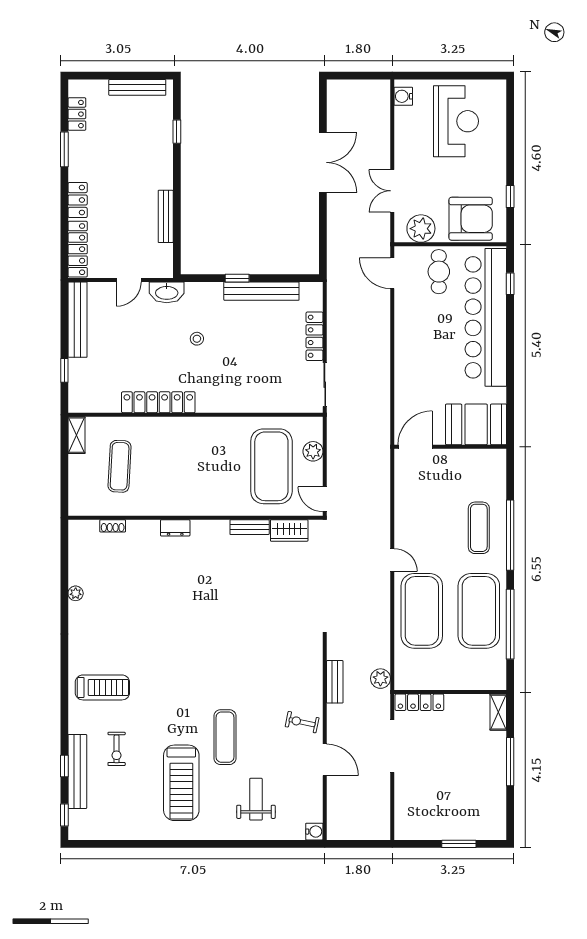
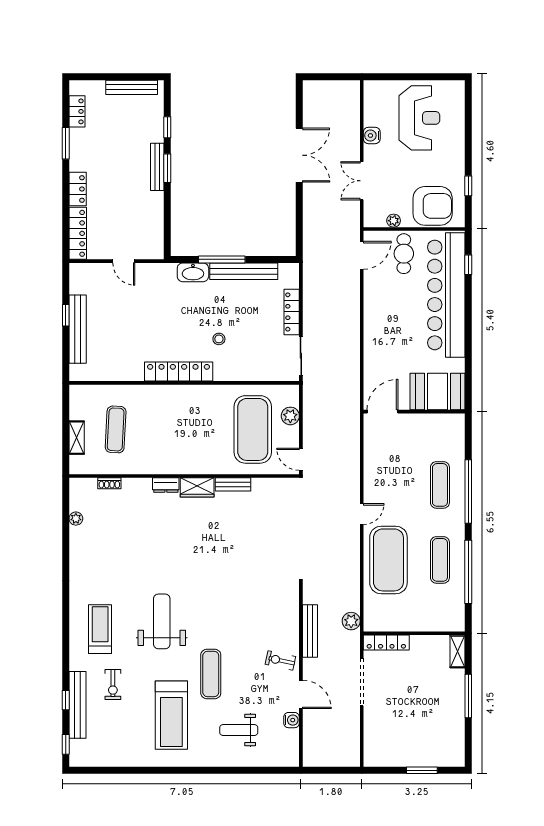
water cooler: (403, 96) -> (372, 135), moved
window: (177, 177) -> (167, 168), added
bench: (166, 216) -> (157, 167), moved
plant: (421, 229) -> (394, 221), width x0.53, depth x0.53
door: (392, 273) -> (362, 255), swing flipped
window: (237, 278) -> (222, 259), width x2.17
door: (129, 280) -> (124, 261), hinge flipped
washbasin: (167, 292) -> (193, 272), moved
bench: (78, 320) -> (78, 329), moved
stool: (197, 339) -> (219, 339), moved
window: (64, 370) -> (66, 315), moved
locker: (158, 402) -> (179, 372), moved
shelving: (76, 435) -> (77, 438), moved
wardrobe: (289, 530) -> (197, 487), moved
door: (392, 560) -> (362, 514), hinge flipped
plant: (76, 593) -> (76, 519), moved
exercise mat: (479, 611) -> (440, 560), width x0.50, depth x0.69
weight bench: (171, 679) -> (162, 621), added
bench: (335, 682) -> (310, 631), width x1.36
treadmill: (102, 687) -> (100, 629), turned -90
weight bench: (256, 799) -> (239, 730), turned -90
water cooler: (314, 832) -> (292, 720), moved

